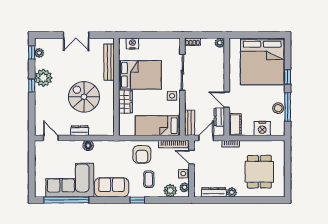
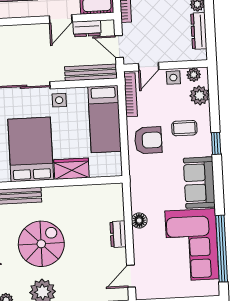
spiral stairs: (84, 97) -> (41, 244), moved, turned 180
bench: (190, 123) -> (91, 72), width x1.36

